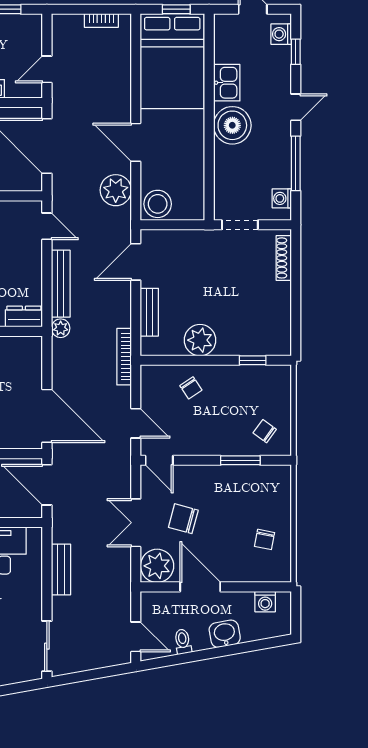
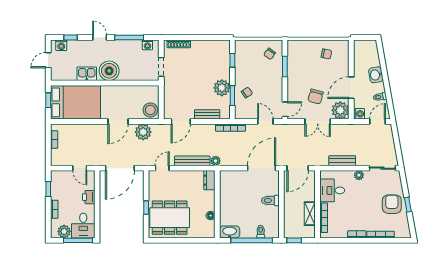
door: (136, 262) -> (181, 121), hinge flipped
window: (185, 360) -> (232, 96), added
door: (136, 423) -> (265, 121), hinge flipped
plant: (33, 601) -> (359, 175), added
washing machine: (265, 602) -> (359, 114), moved

